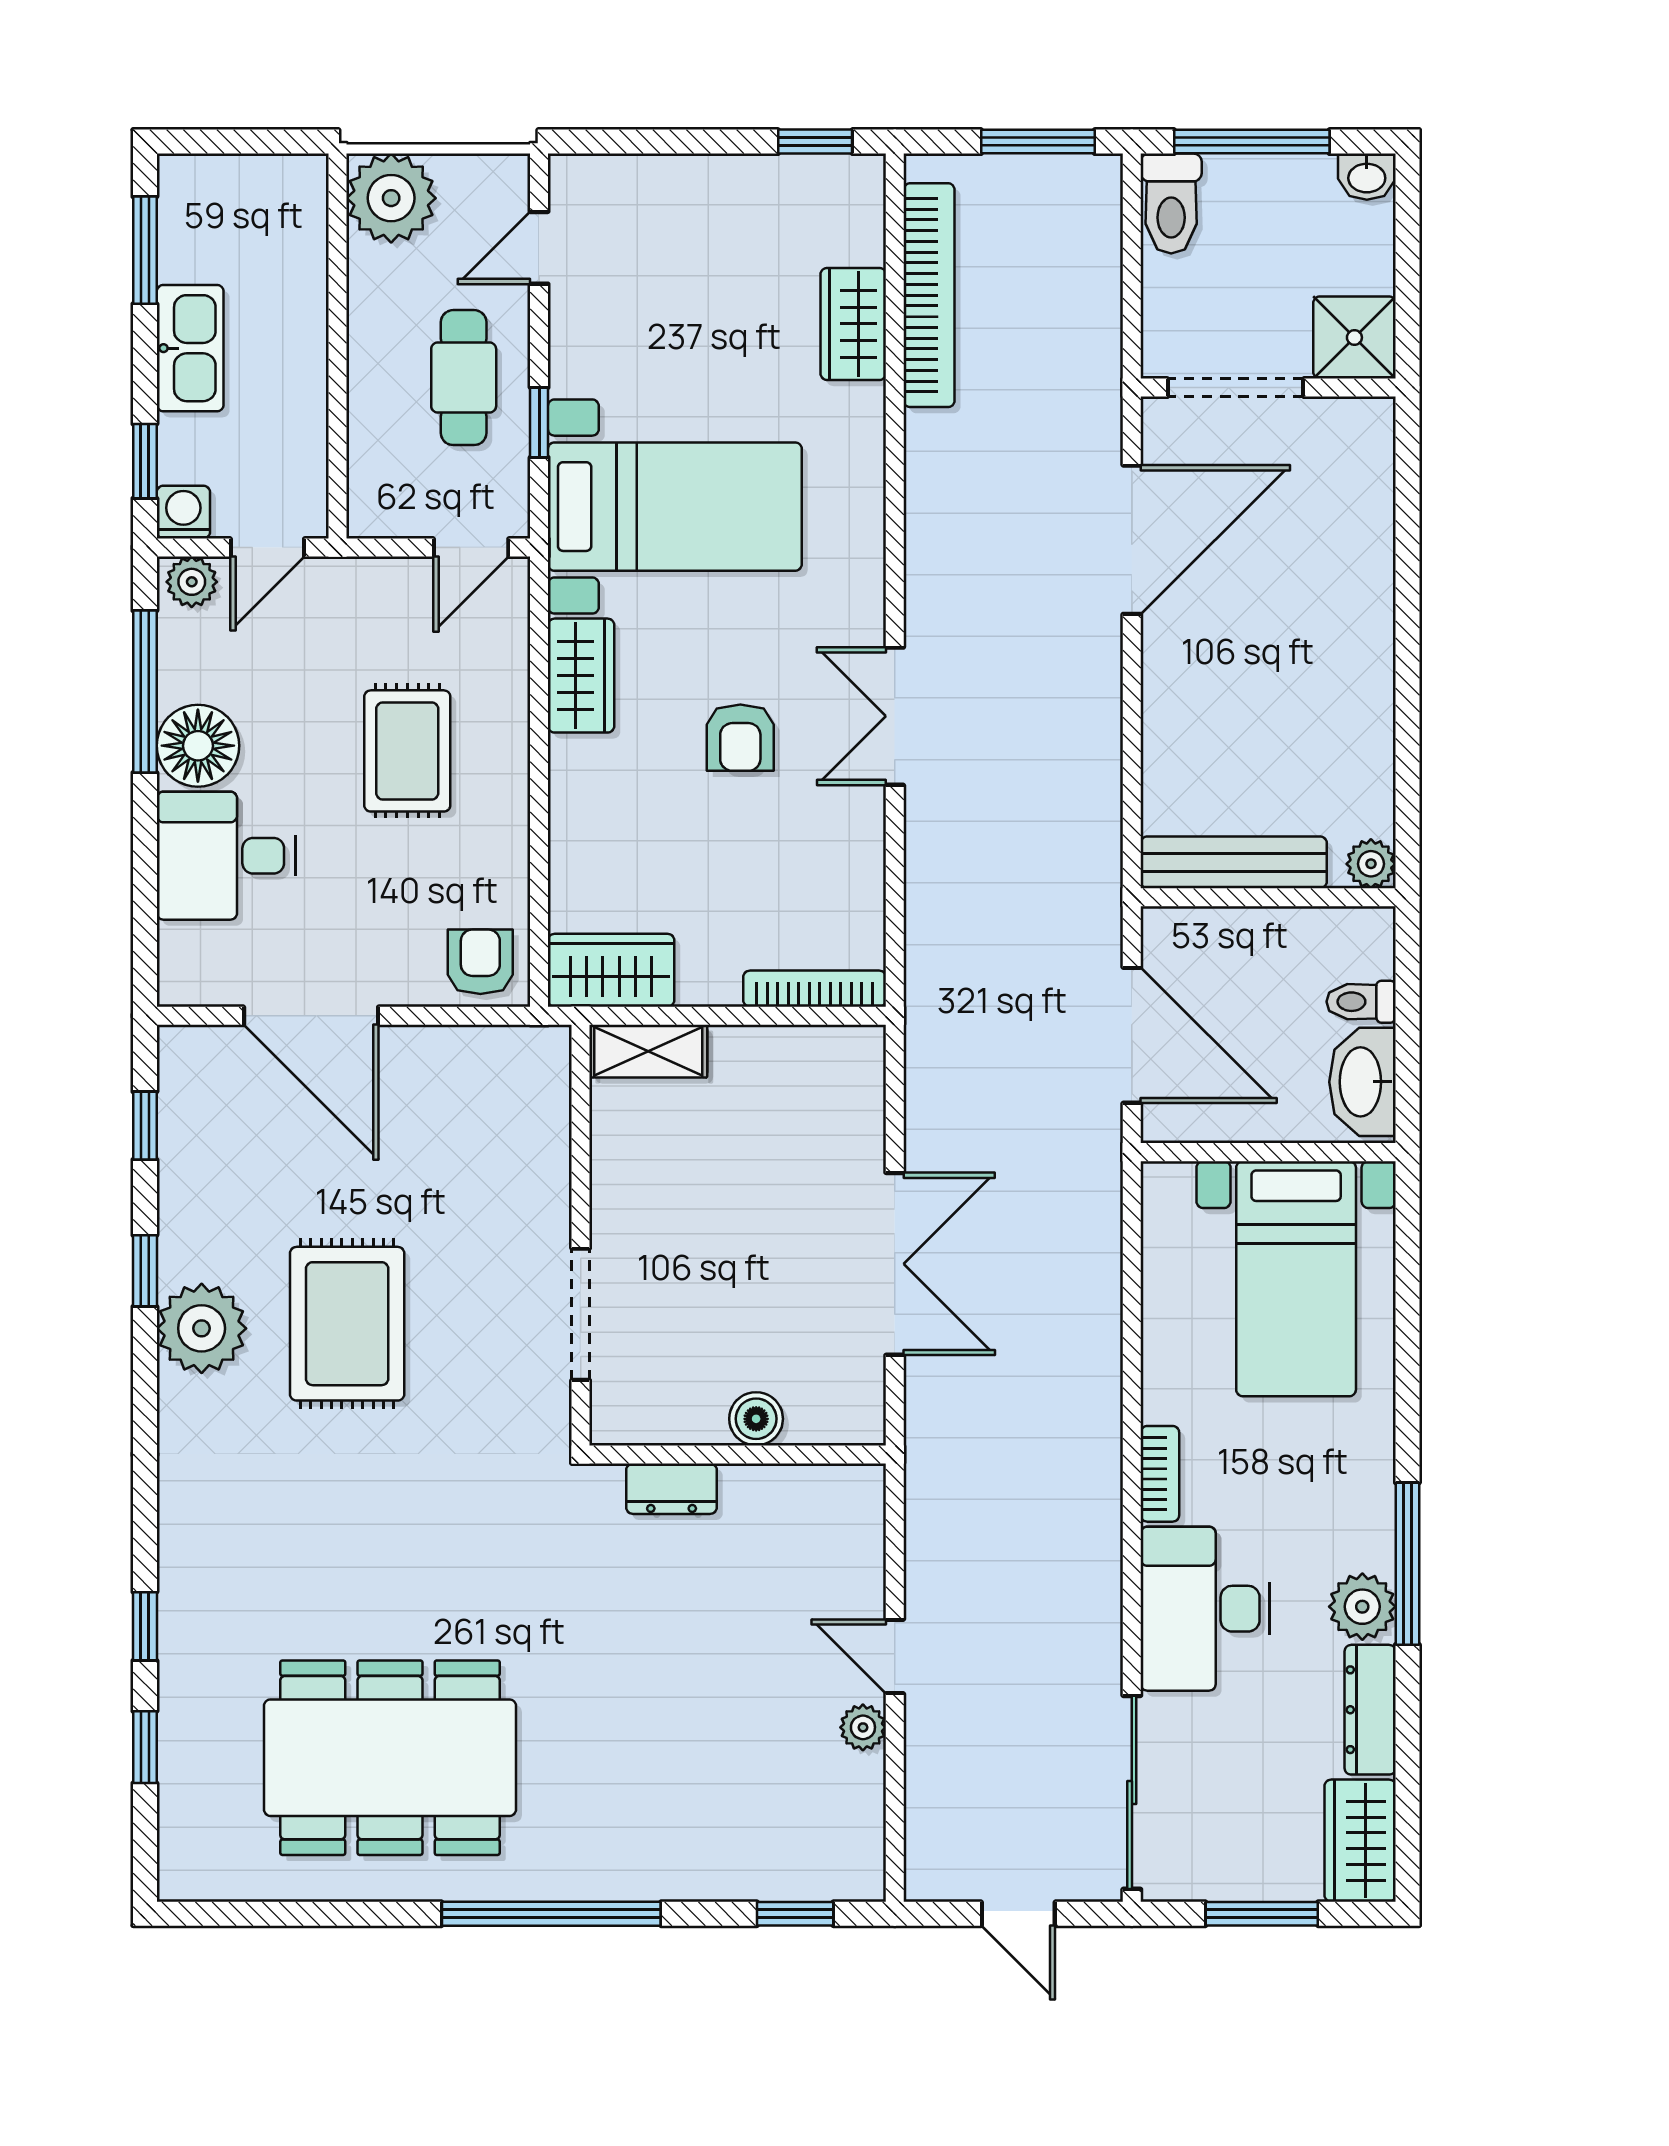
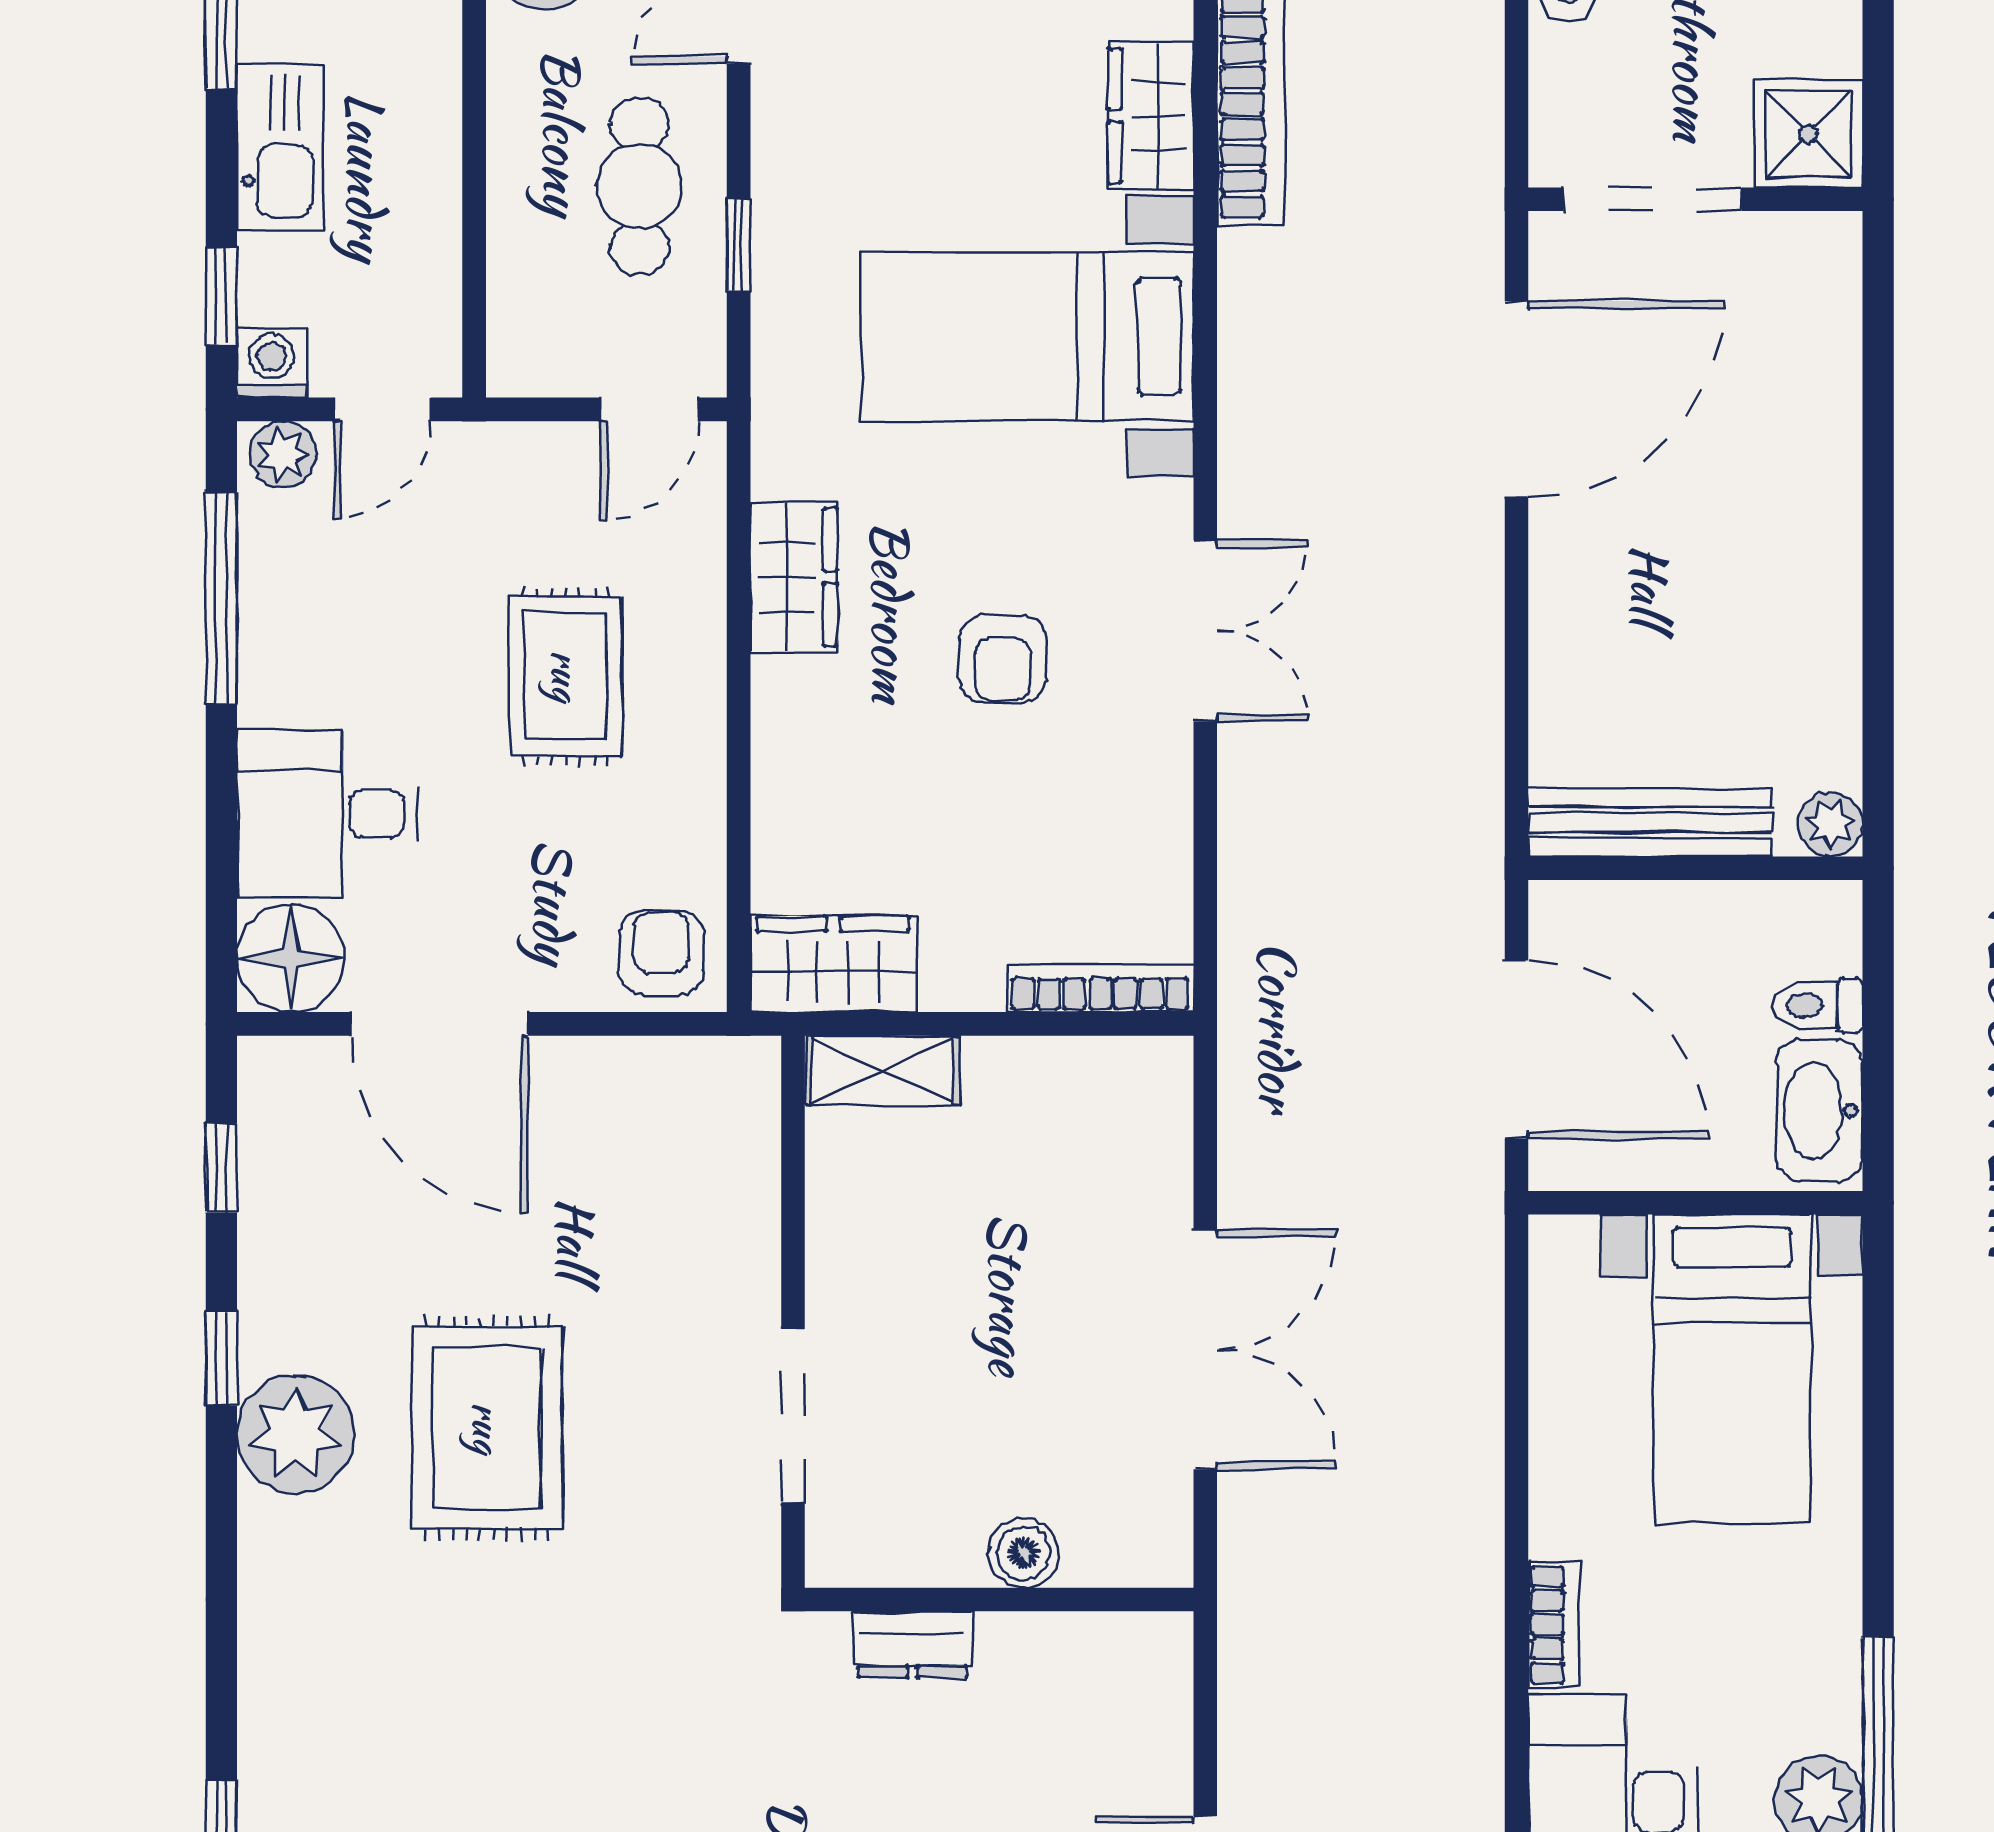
bed with nightstands: (675, 507) -> (1027, 337), moved, turned 180
double door: (895, 716) -> (1205, 631), swing flipped
floor lamp: (198, 746) -> (291, 958), moved

